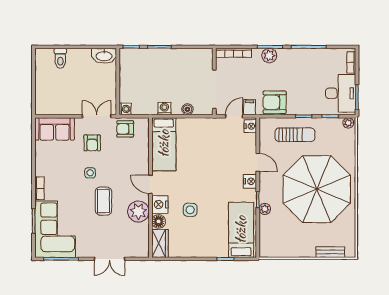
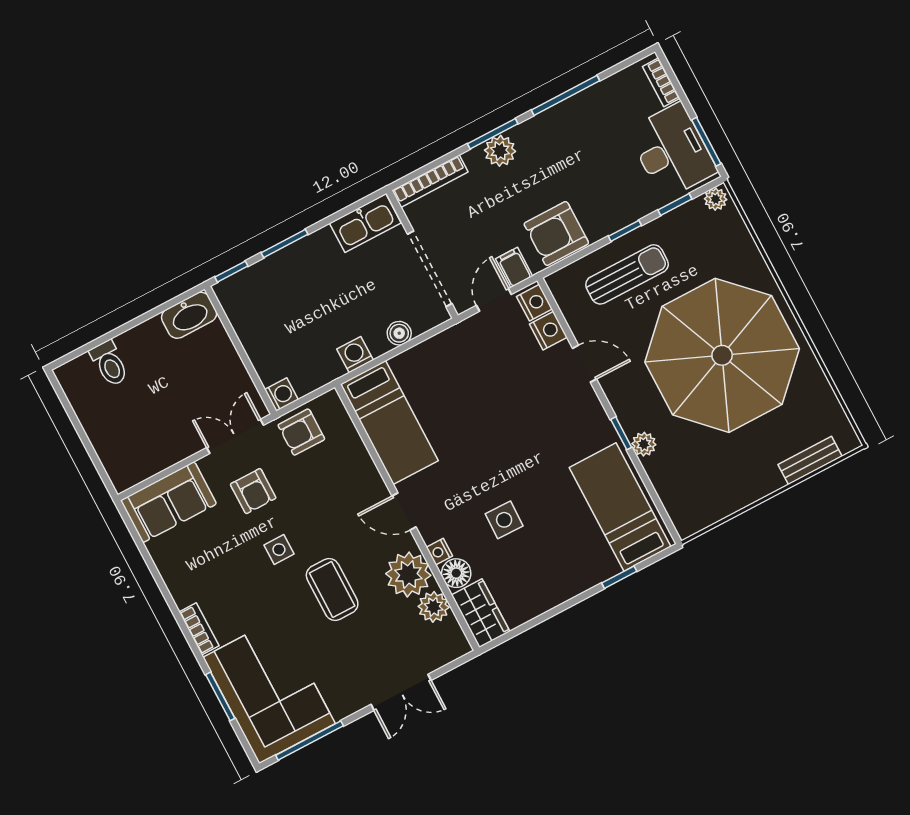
kitchen sink: (197, 56) -> (365, 223), added
nightstand: (250, 181) -> (548, 331), moved
nightstand: (160, 205) -> (439, 552), width x0.53, depth x0.56
plant: (142, 230) -> (434, 607), added

